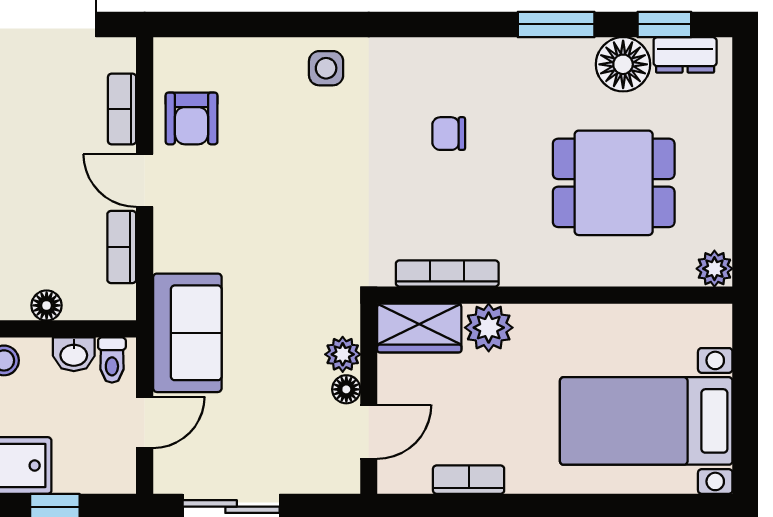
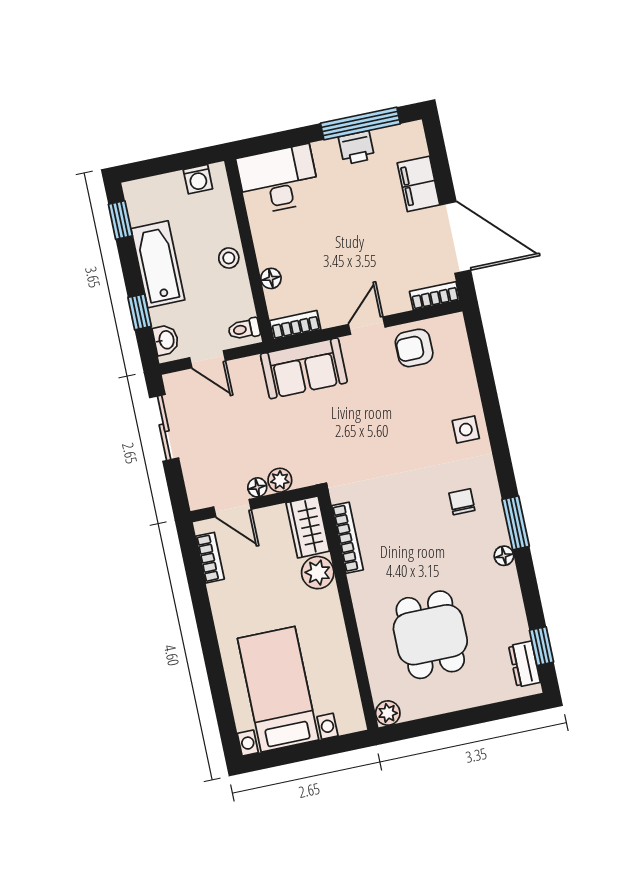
window: (556, 24) -> (516, 523), moved
floor lamp: (623, 64) -> (504, 556), moved, width x0.53, depth x0.53
bookcase: (122, 109) -> (435, 296), moved
chair: (449, 134) -> (462, 502), moved
bookcase: (122, 247) -> (295, 325), moved
sofa: (187, 333) -> (304, 368), moved
washbasin: (74, 354) -> (166, 340), moved, turned 180
bookcase: (469, 480) -> (210, 558), moved

